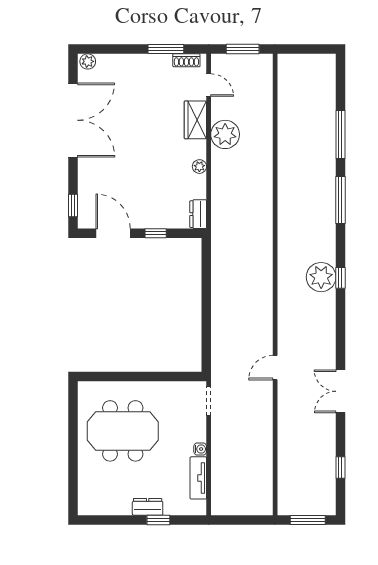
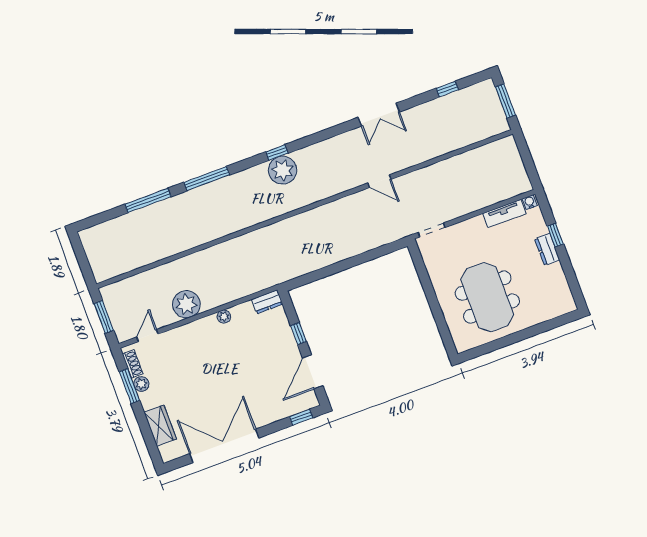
plant: (88, 61) -> (141, 384), moved
wardrobe: (195, 120) -> (160, 426), moved, turned -90
water cooler: (200, 449) -> (530, 202), moved

